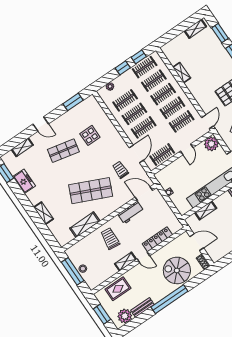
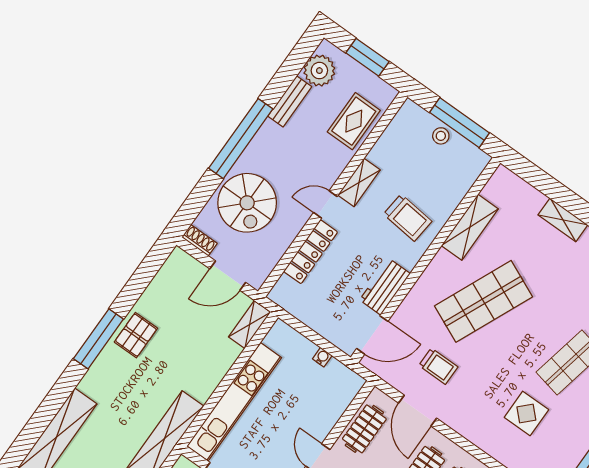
shelving: (206, 210) -> (250, 325), moved
spiral stairs: (177, 270) -> (247, 203), turned 90

